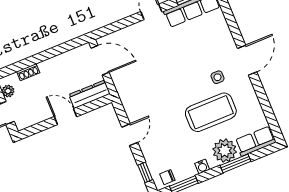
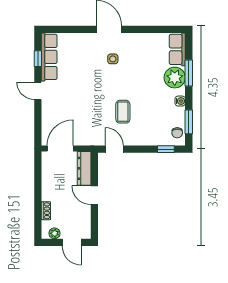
coffee table: (211, 112) -> (123, 112), moved, width x0.54, depth x0.58
door: (65, 117) -> (94, 195), hinge flipped
door: (130, 135) -> (114, 149), moved

